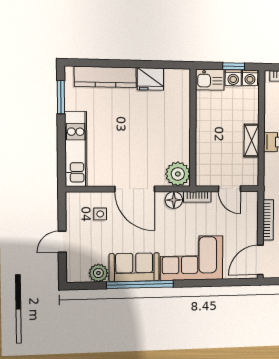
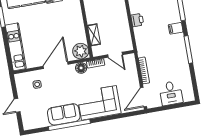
shelving: (252, 140) -> (94, 35), moved
door: (135, 189) -> (56, 65), swing flipped
plant: (98, 273) -> (42, 121), removed

